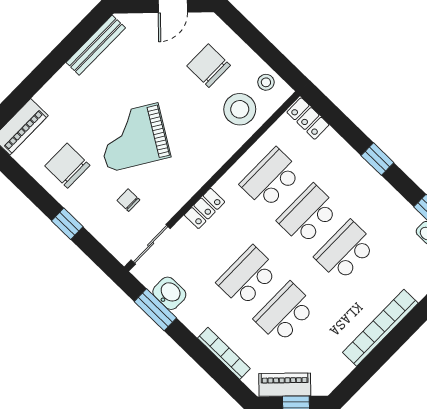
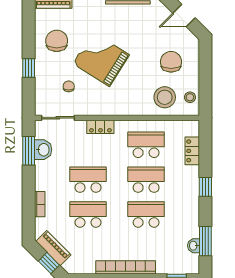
locker: (308, 119) -> (192, 151), moved
bookcase: (224, 353) -> (40, 204), width x0.64

